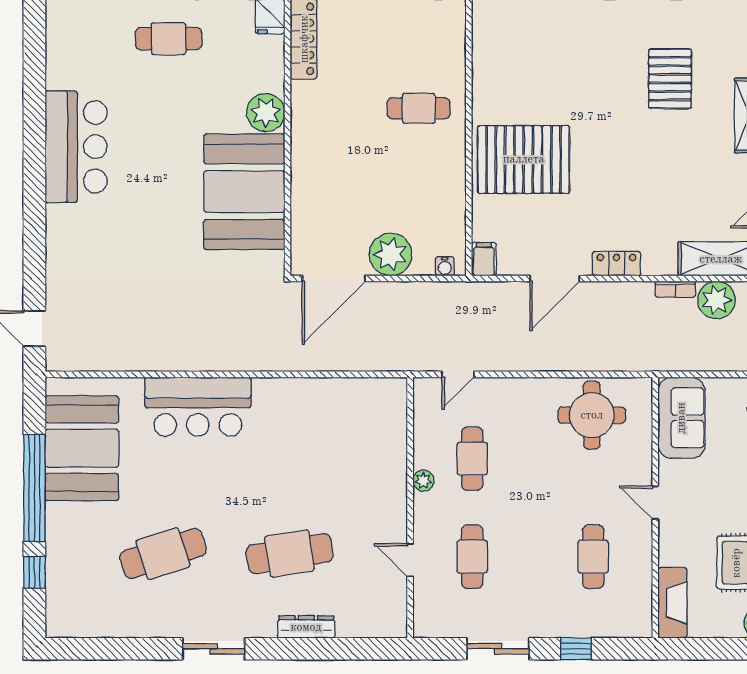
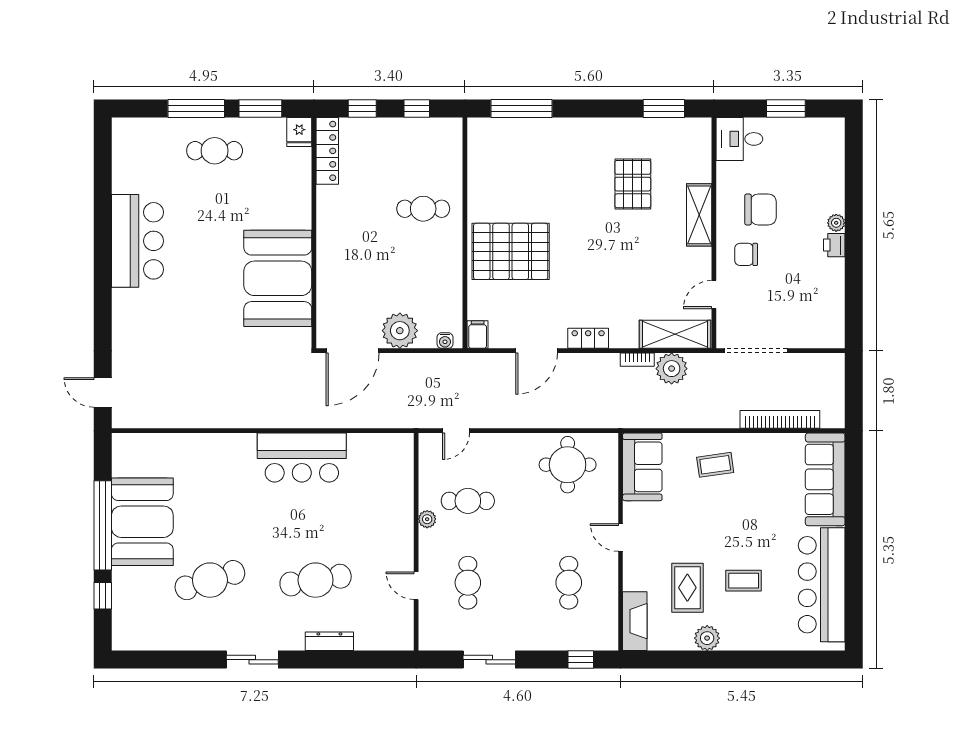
plant: (266, 113) -> (296, 212), removed
bar counter: (198, 407) -> (302, 458), moved
booth: (82, 448) -> (142, 522), moved
cafe table: (472, 459) -> (468, 501), turned 90
window: (576, 649) -> (581, 660), moved

